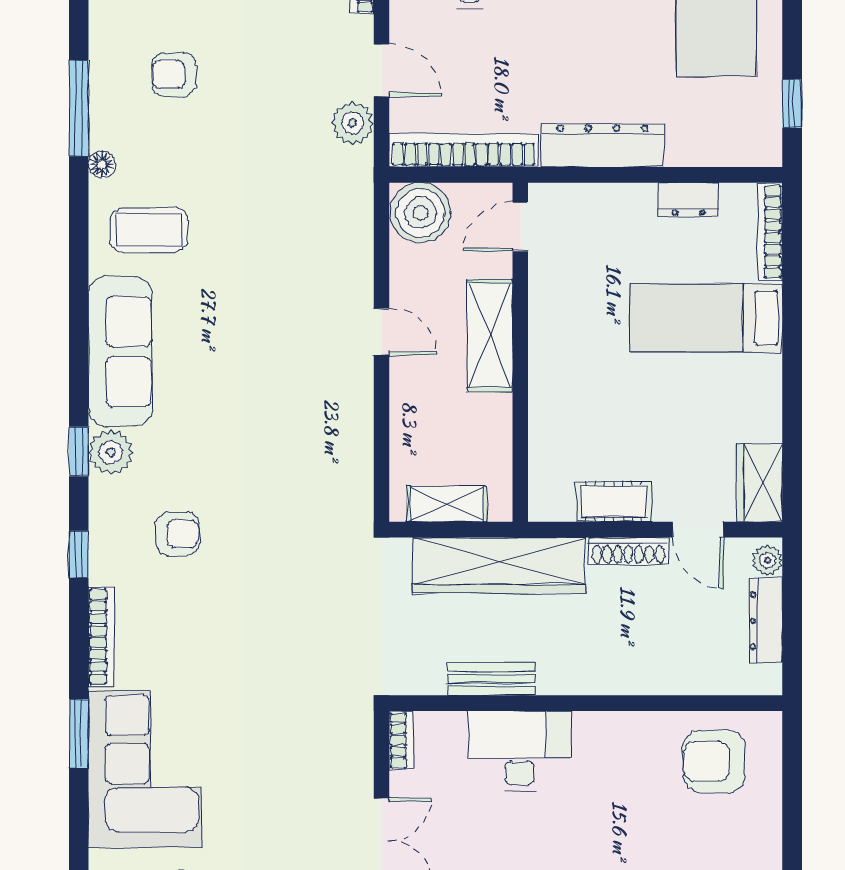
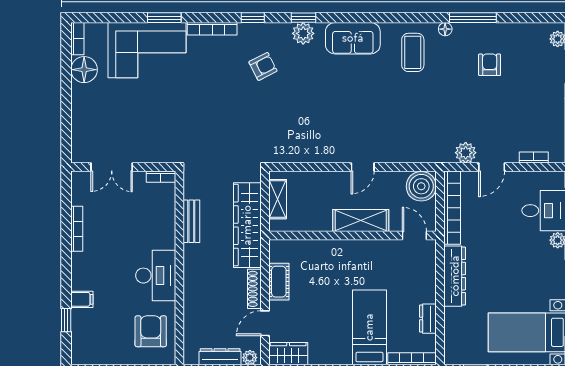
sofa: (120, 352) -> (353, 38), width x0.73
armchair: (178, 534) -> (263, 66), turned -117
desk: (520, 751) -> (156, 276), moved

